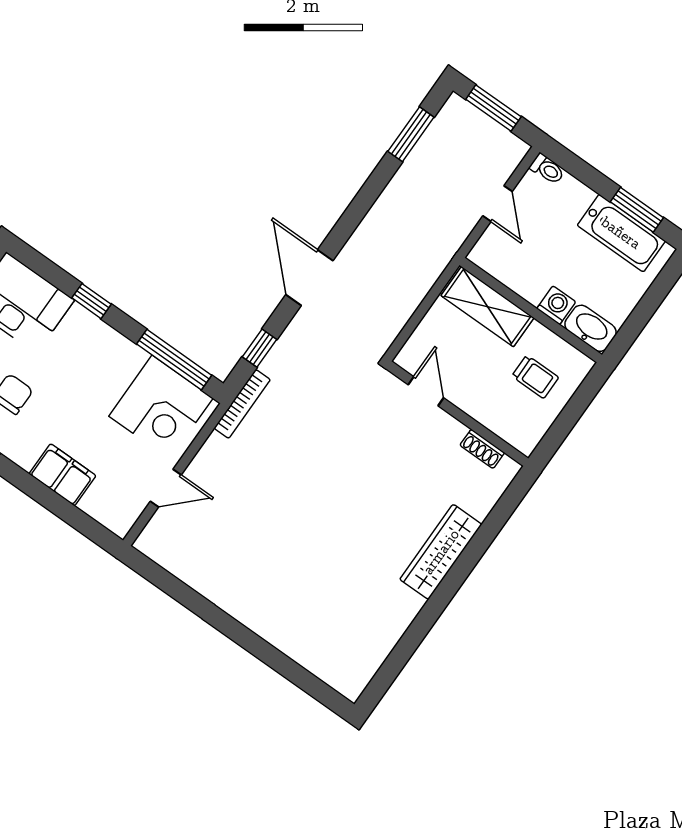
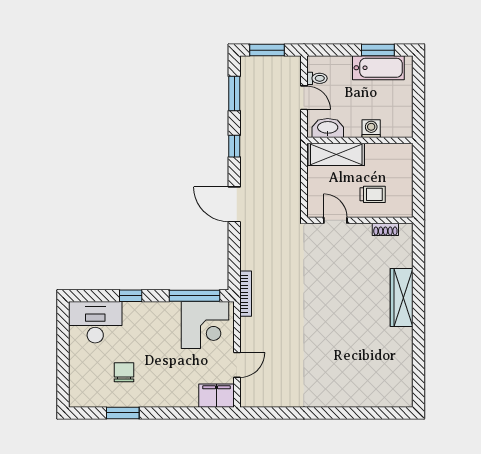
toilet: (547, 169) -> (317, 78), moved
washbasin: (591, 328) -> (328, 128), moved
window: (259, 348) -> (234, 146), moved
trolley: (535, 377) -> (373, 194), moved
filing cabinet: (63, 475) -> (217, 396), moved

